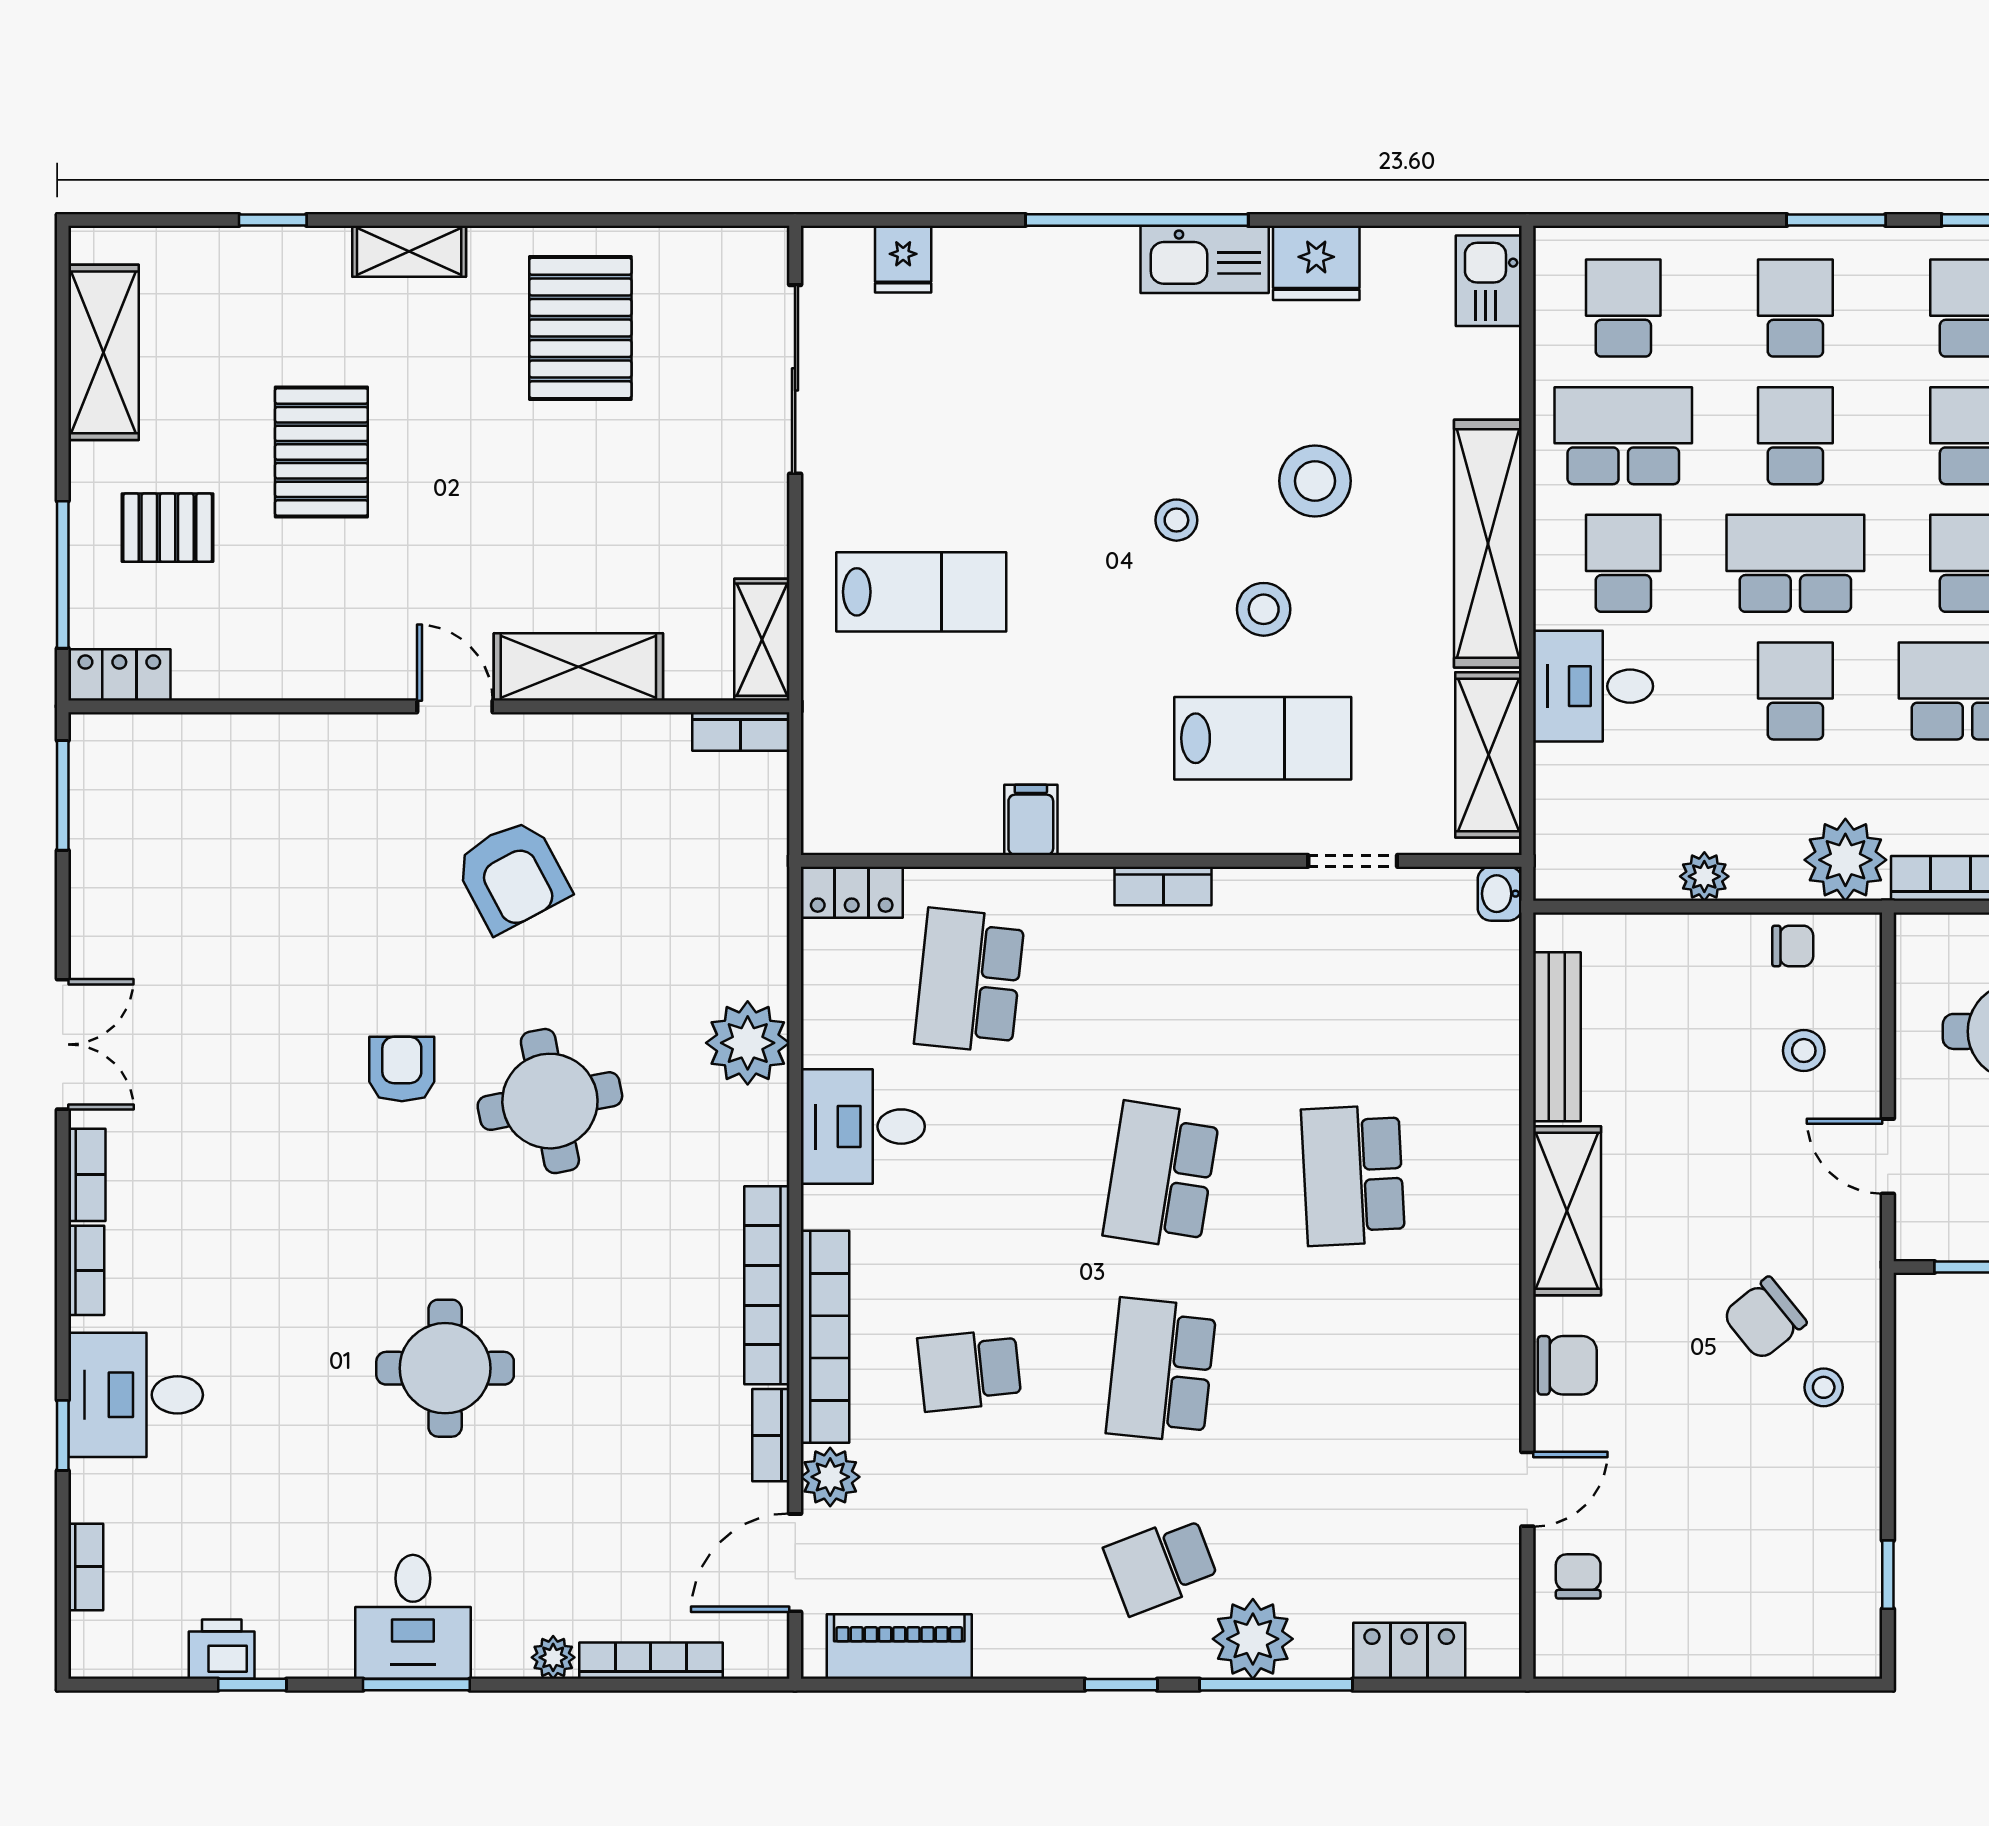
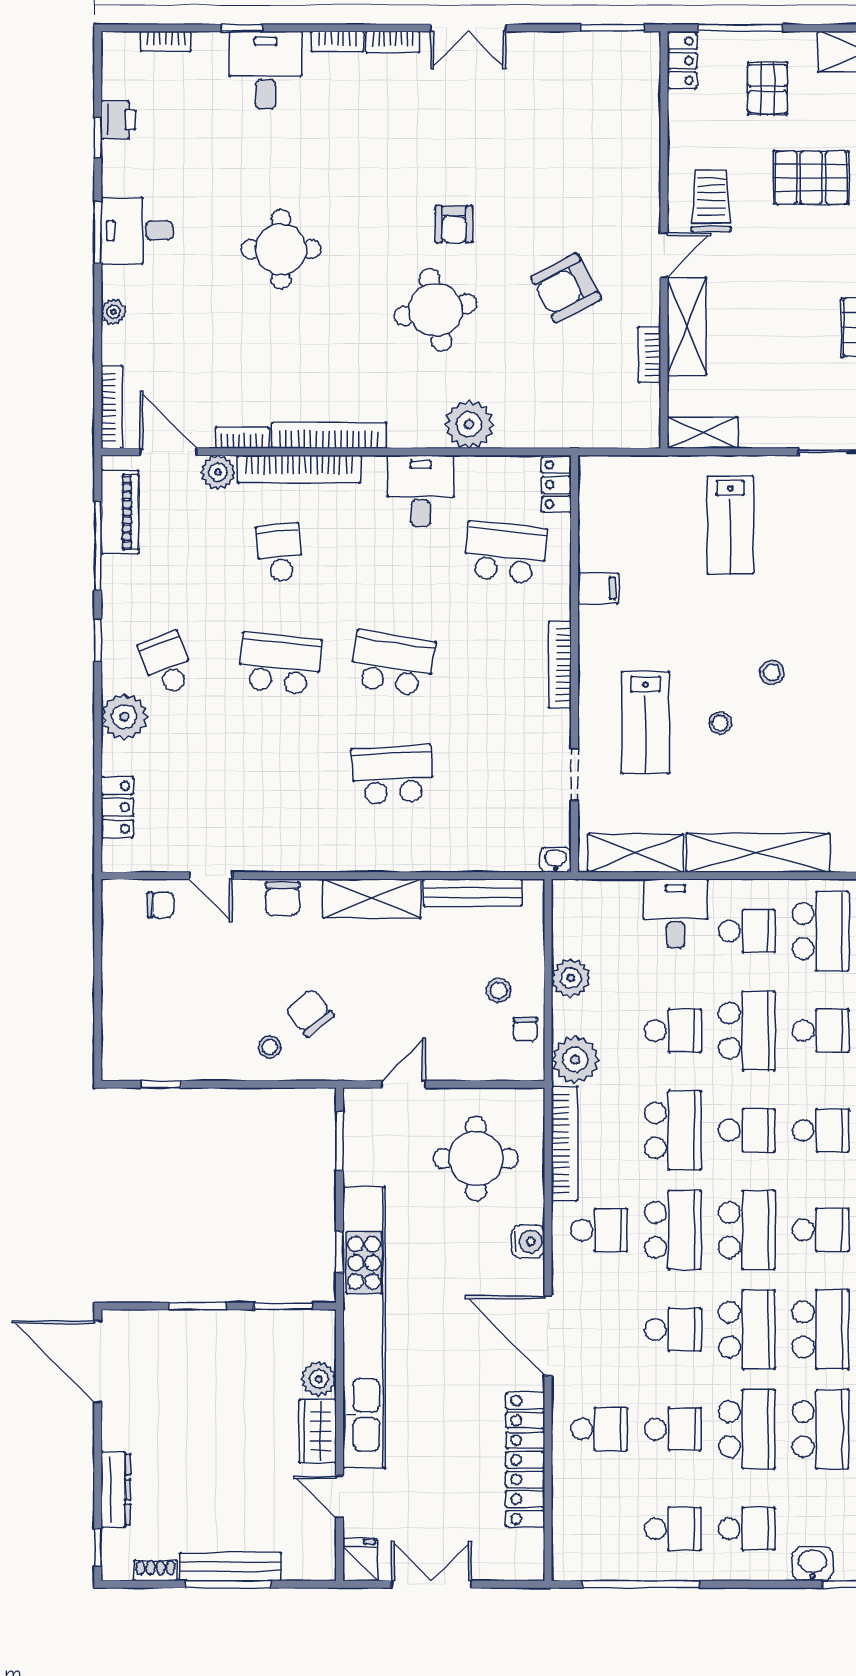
stool: (1315, 481) -> (794, 753), removed
stool: (1264, 609) -> (720, 723), width x0.73, depth x0.73
trolley: (362, 625) -> (711, 201), added
bookcase: (741, 731) -> (649, 355), moved
plant: (1704, 876) -> (571, 978), width x1.38, depth x1.38
bookcase: (1163, 886) -> (560, 665), width x1.56
stool: (1804, 1051) -> (499, 990), moved
armchair: (402, 1069) -> (454, 224), turned 90
bookcase: (651, 1661) -> (112, 407), moved
window: (1276, 1685) -> (98, 546), moved

